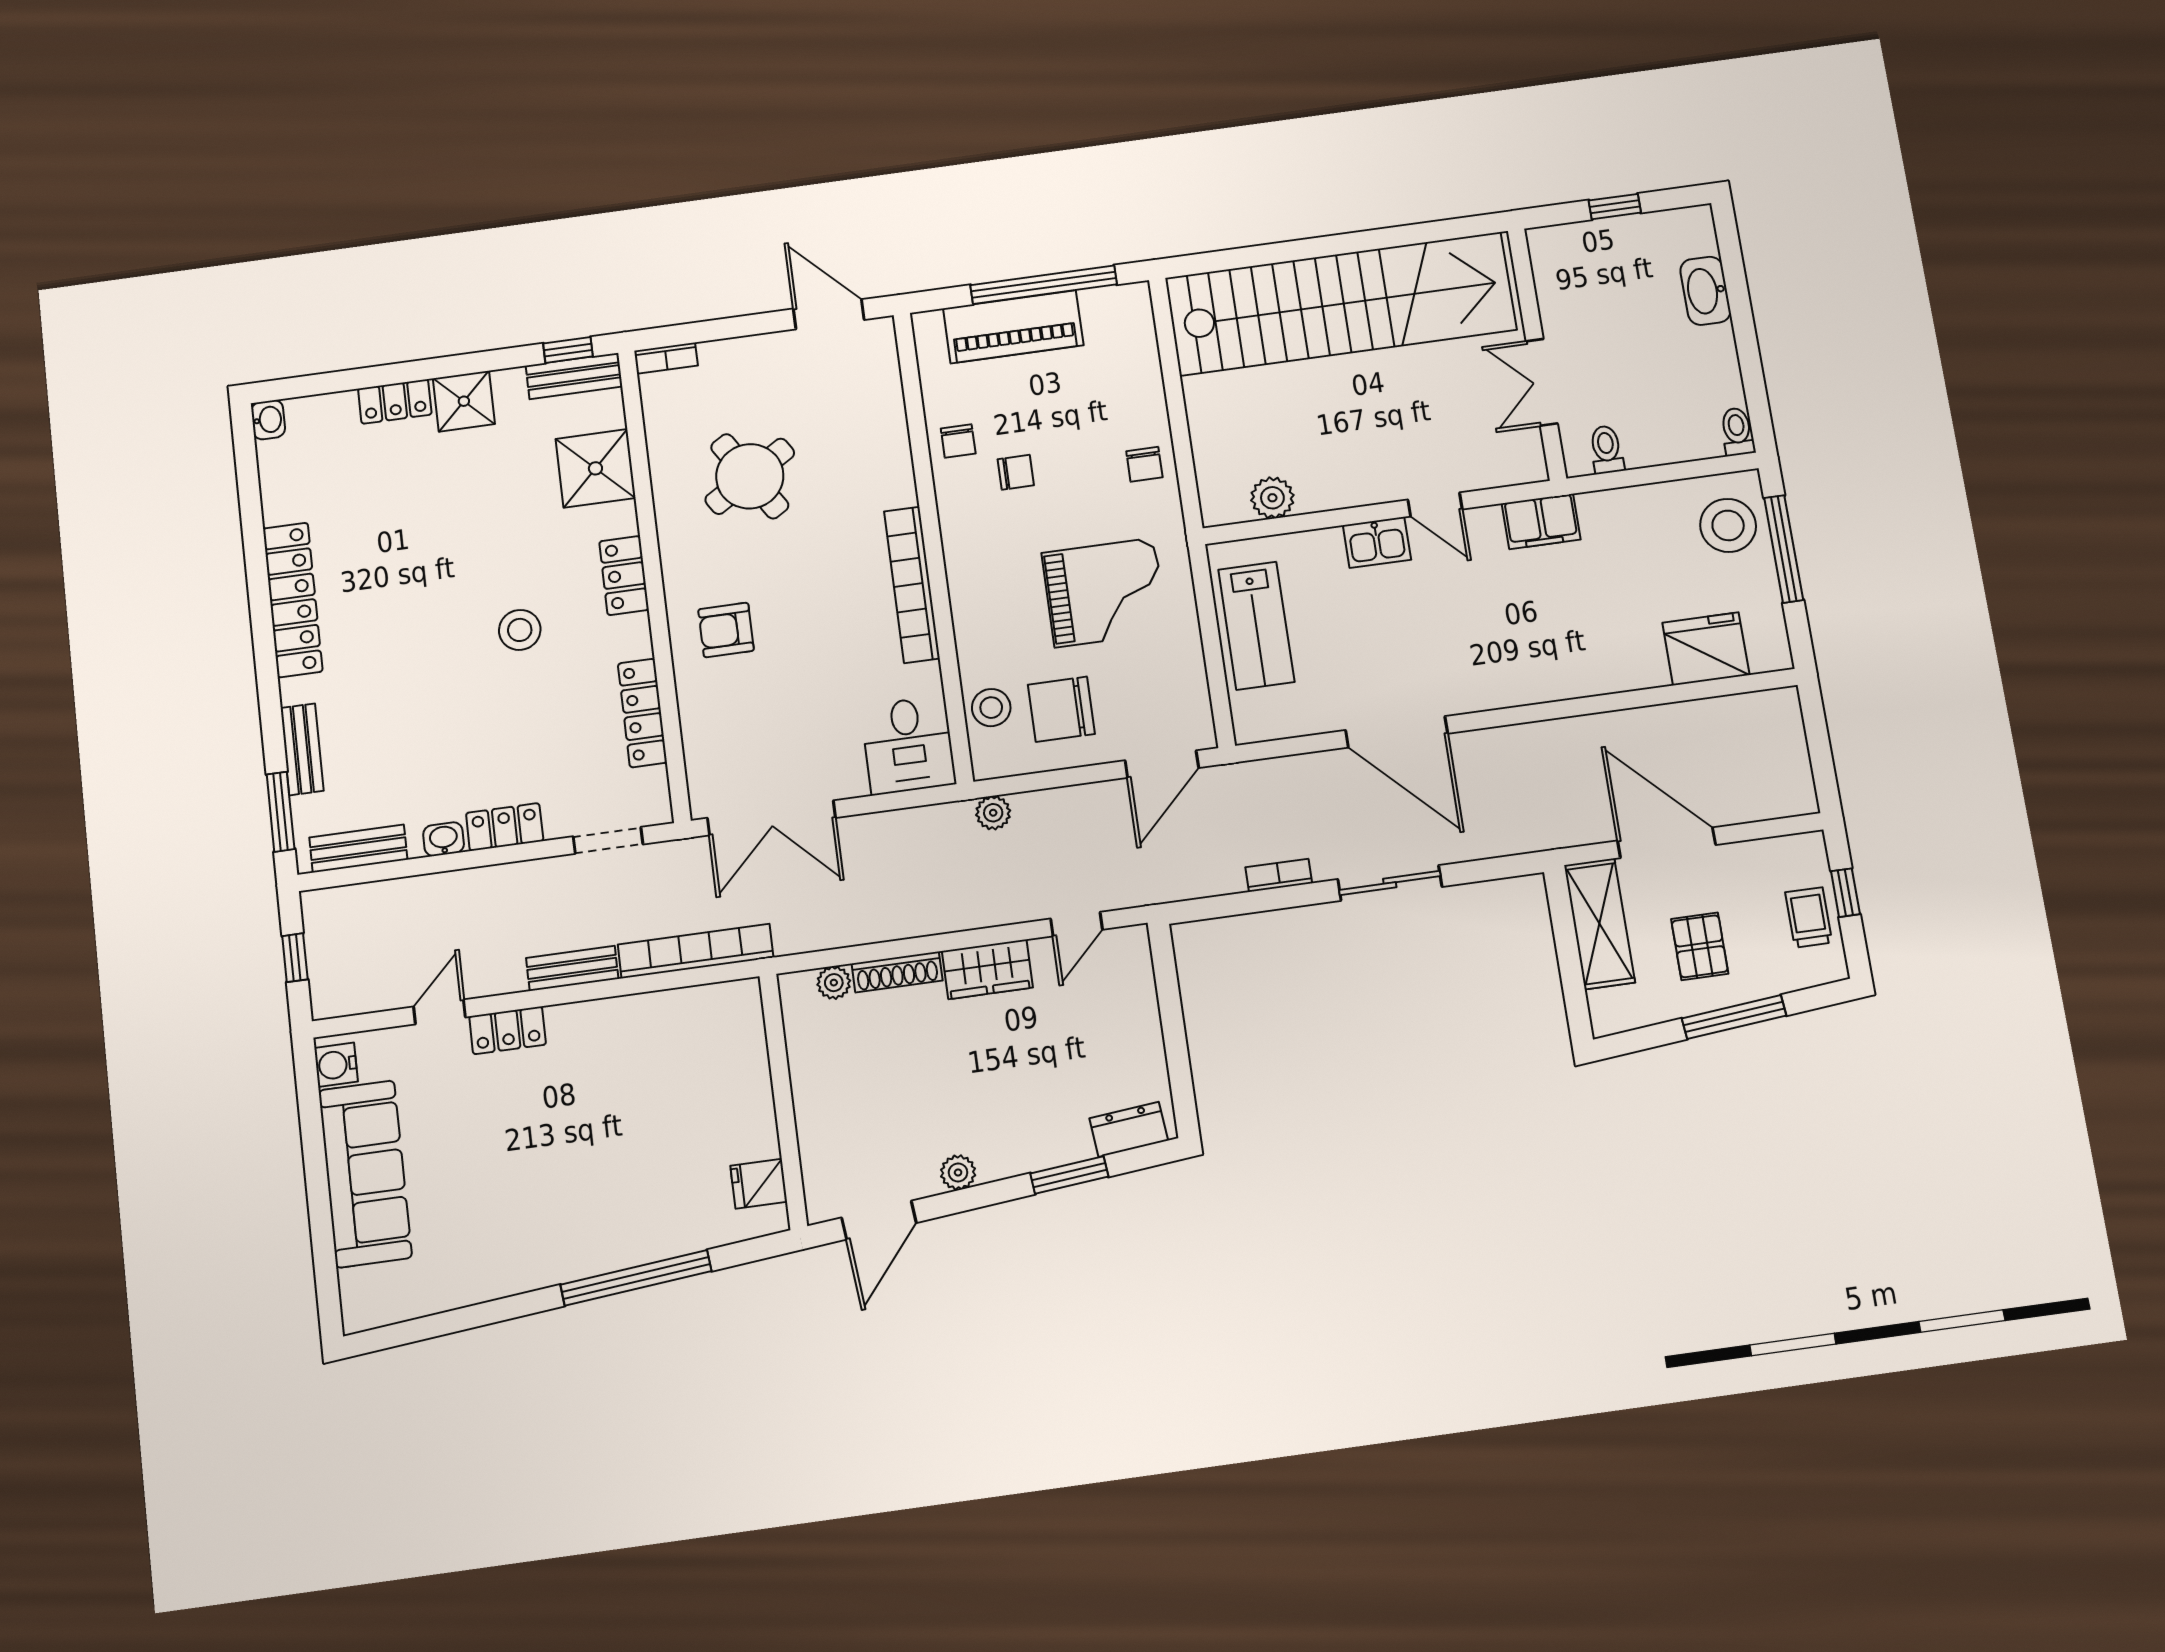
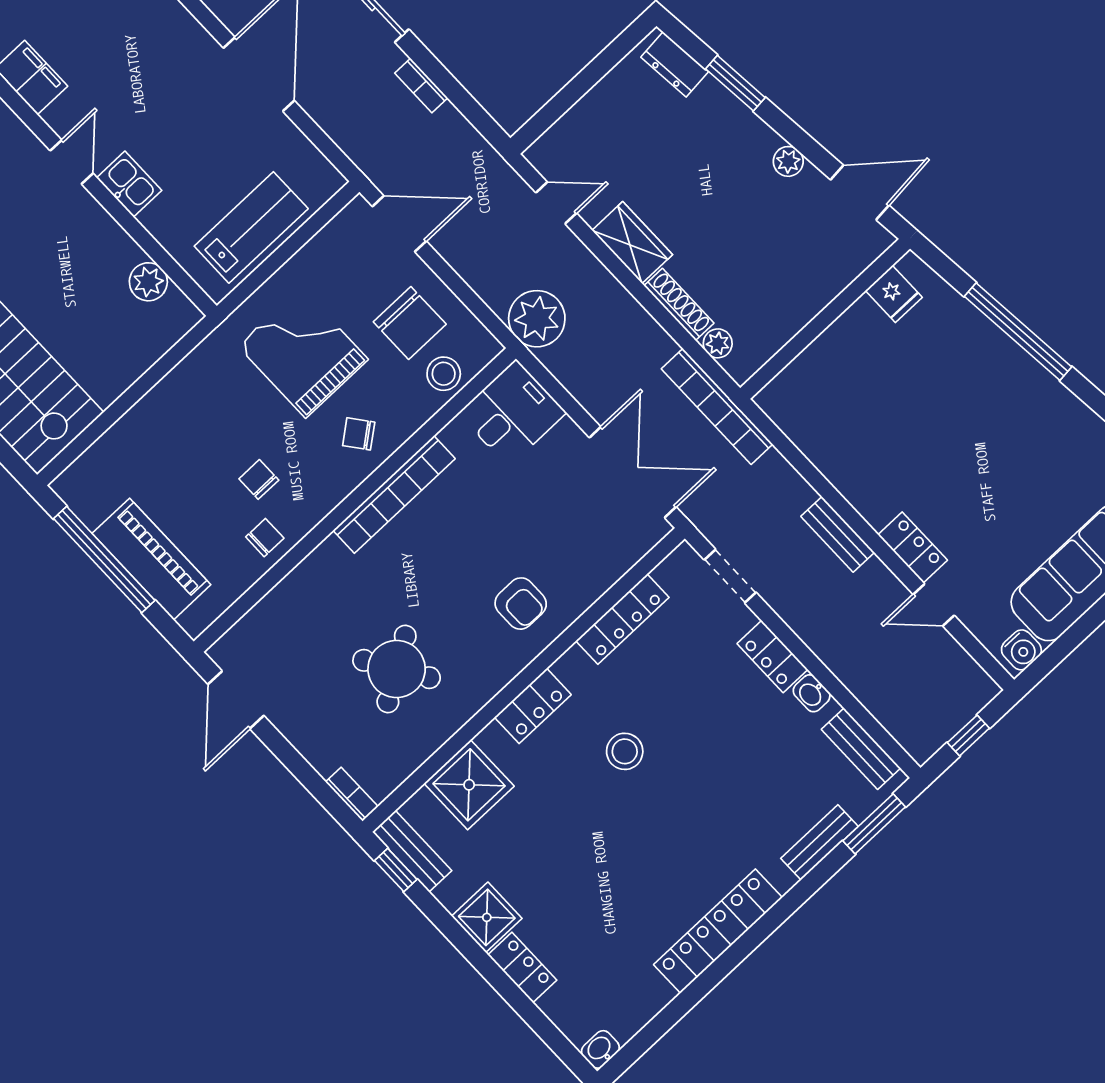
chair: (1144, 464) -> (359, 434), moved, turned -128
plant: (993, 813) -> (537, 319), width x1.87, depth x1.87
bookcase: (696, 951) -> (717, 406), moved

